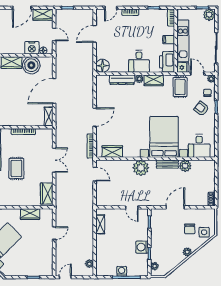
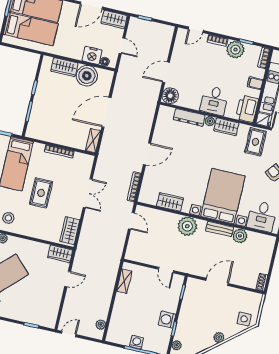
plant: (147, 16) -> (235, 50), added
door: (95, 34) -> (166, 72), moved
wardrobe: (112, 152) -> (170, 202), moved
wardrobe: (30, 214) -> (60, 254), moved
chair: (190, 229) -> (228, 311), removed

